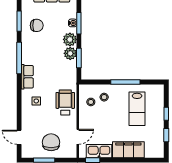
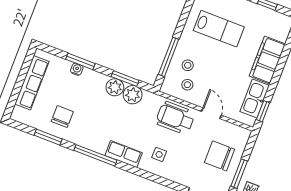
plant: (70, 39) -> (133, 95), moved
window: (125, 82) -> (169, 57), moved
door: (78, 137) -> (211, 113), moved

